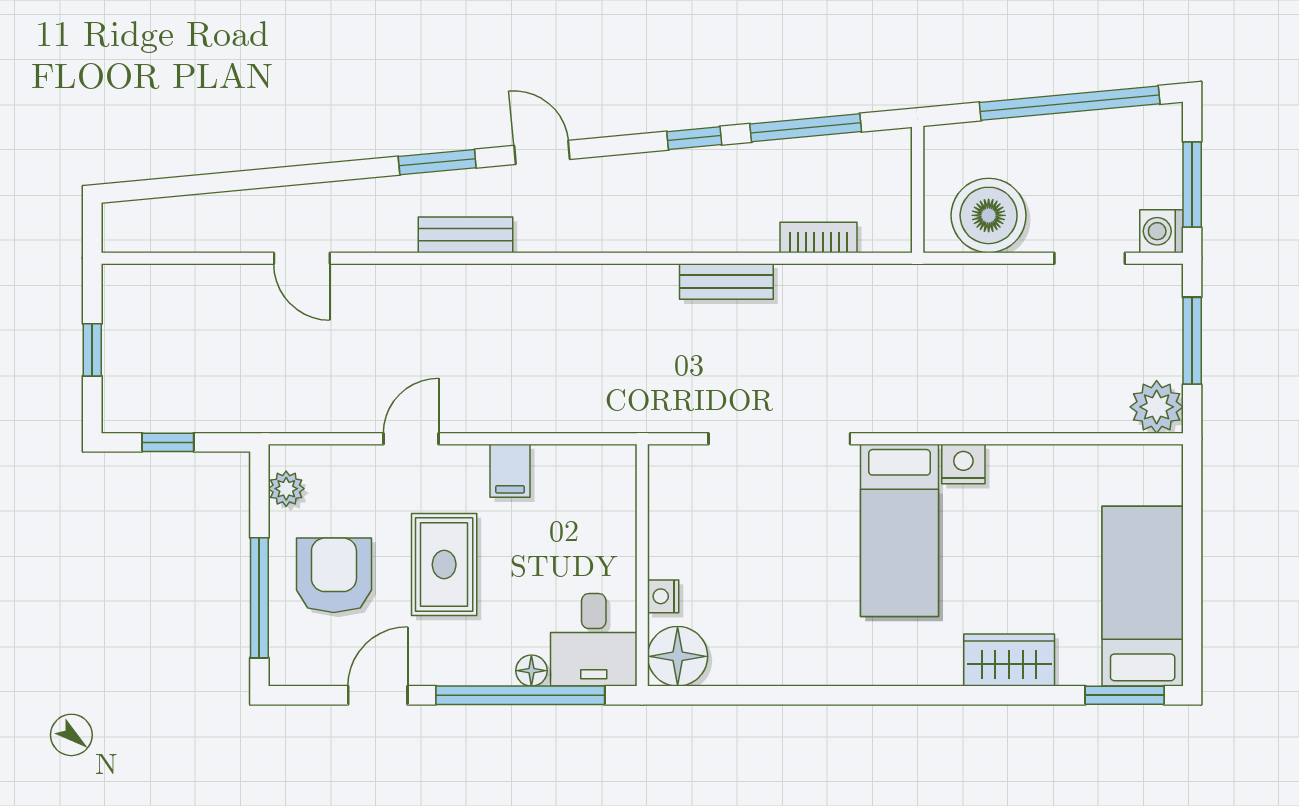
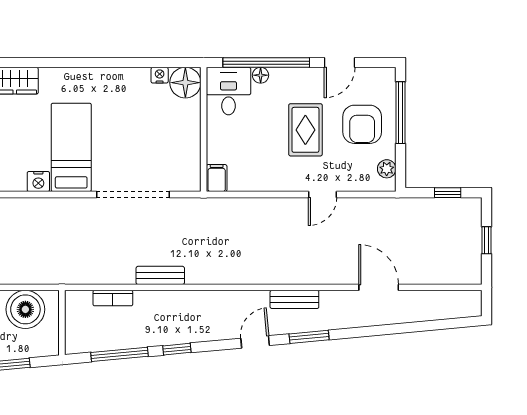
door: (542, 152) -> (255, 342), swing flipped
door: (302, 258) -> (379, 287), width x1.38
filing cabinet: (510, 471) -> (217, 178), moved
nightstand: (663, 596) -> (160, 75), moved, turned -90

